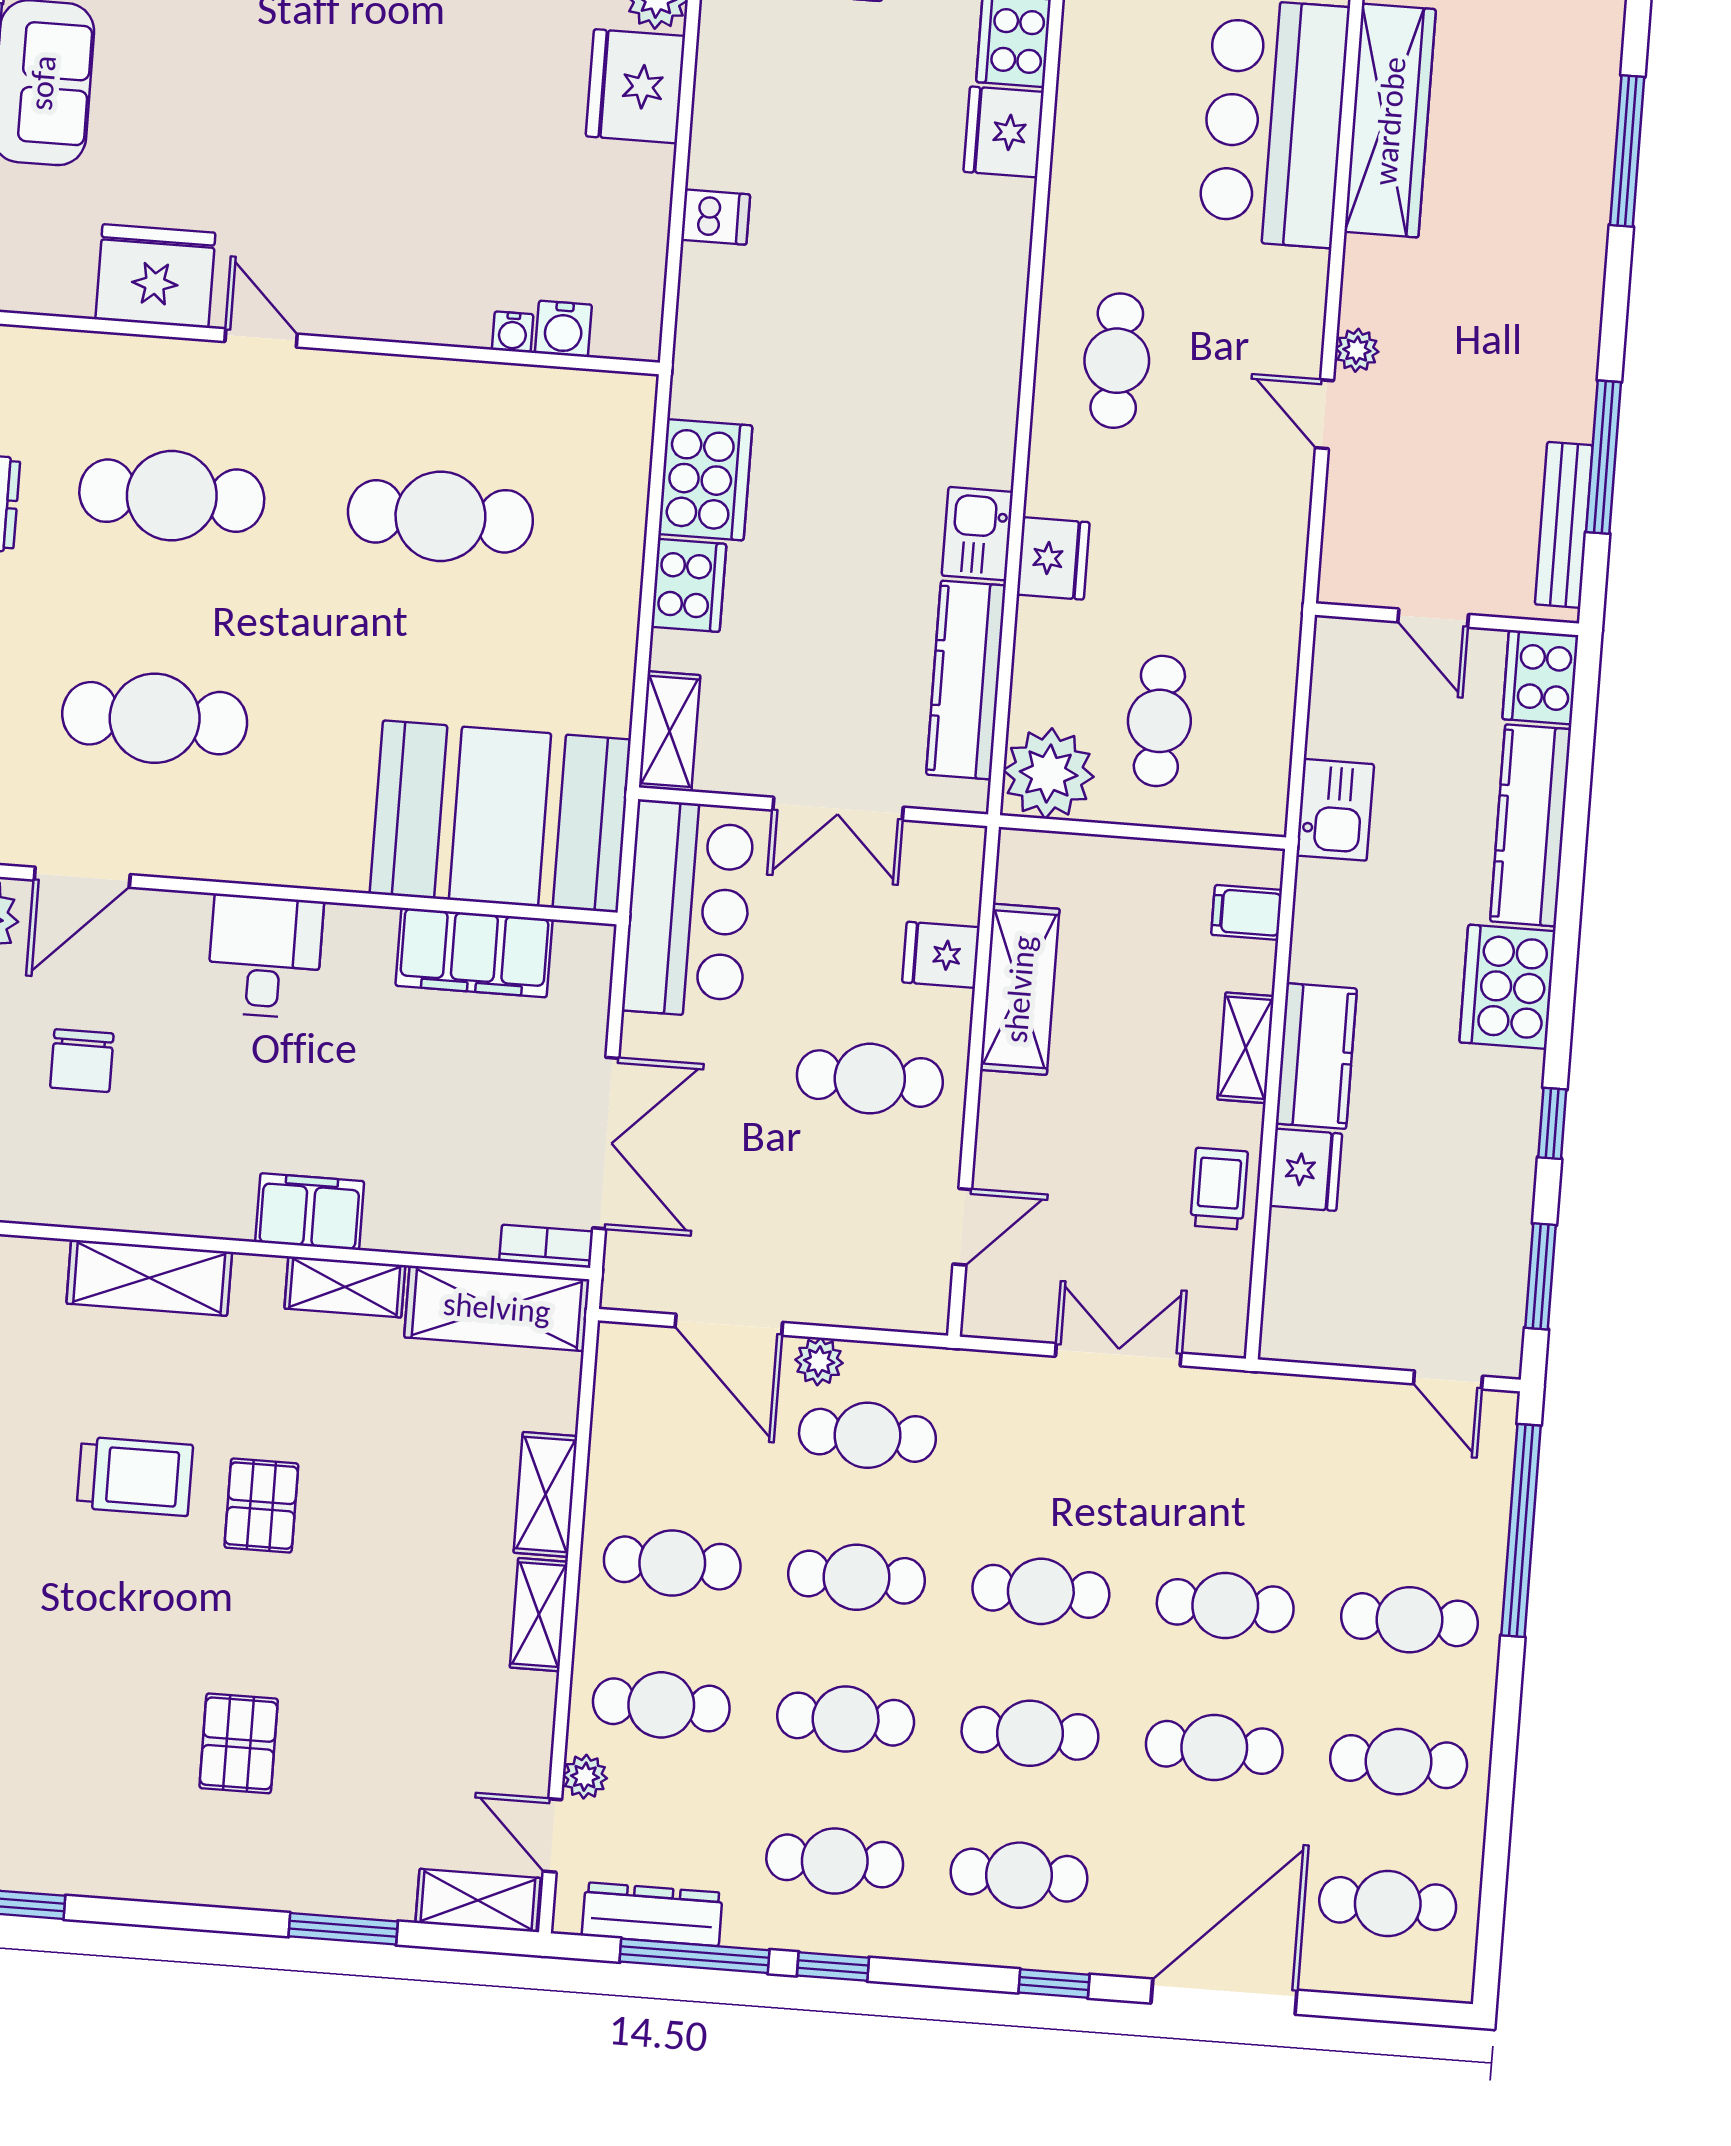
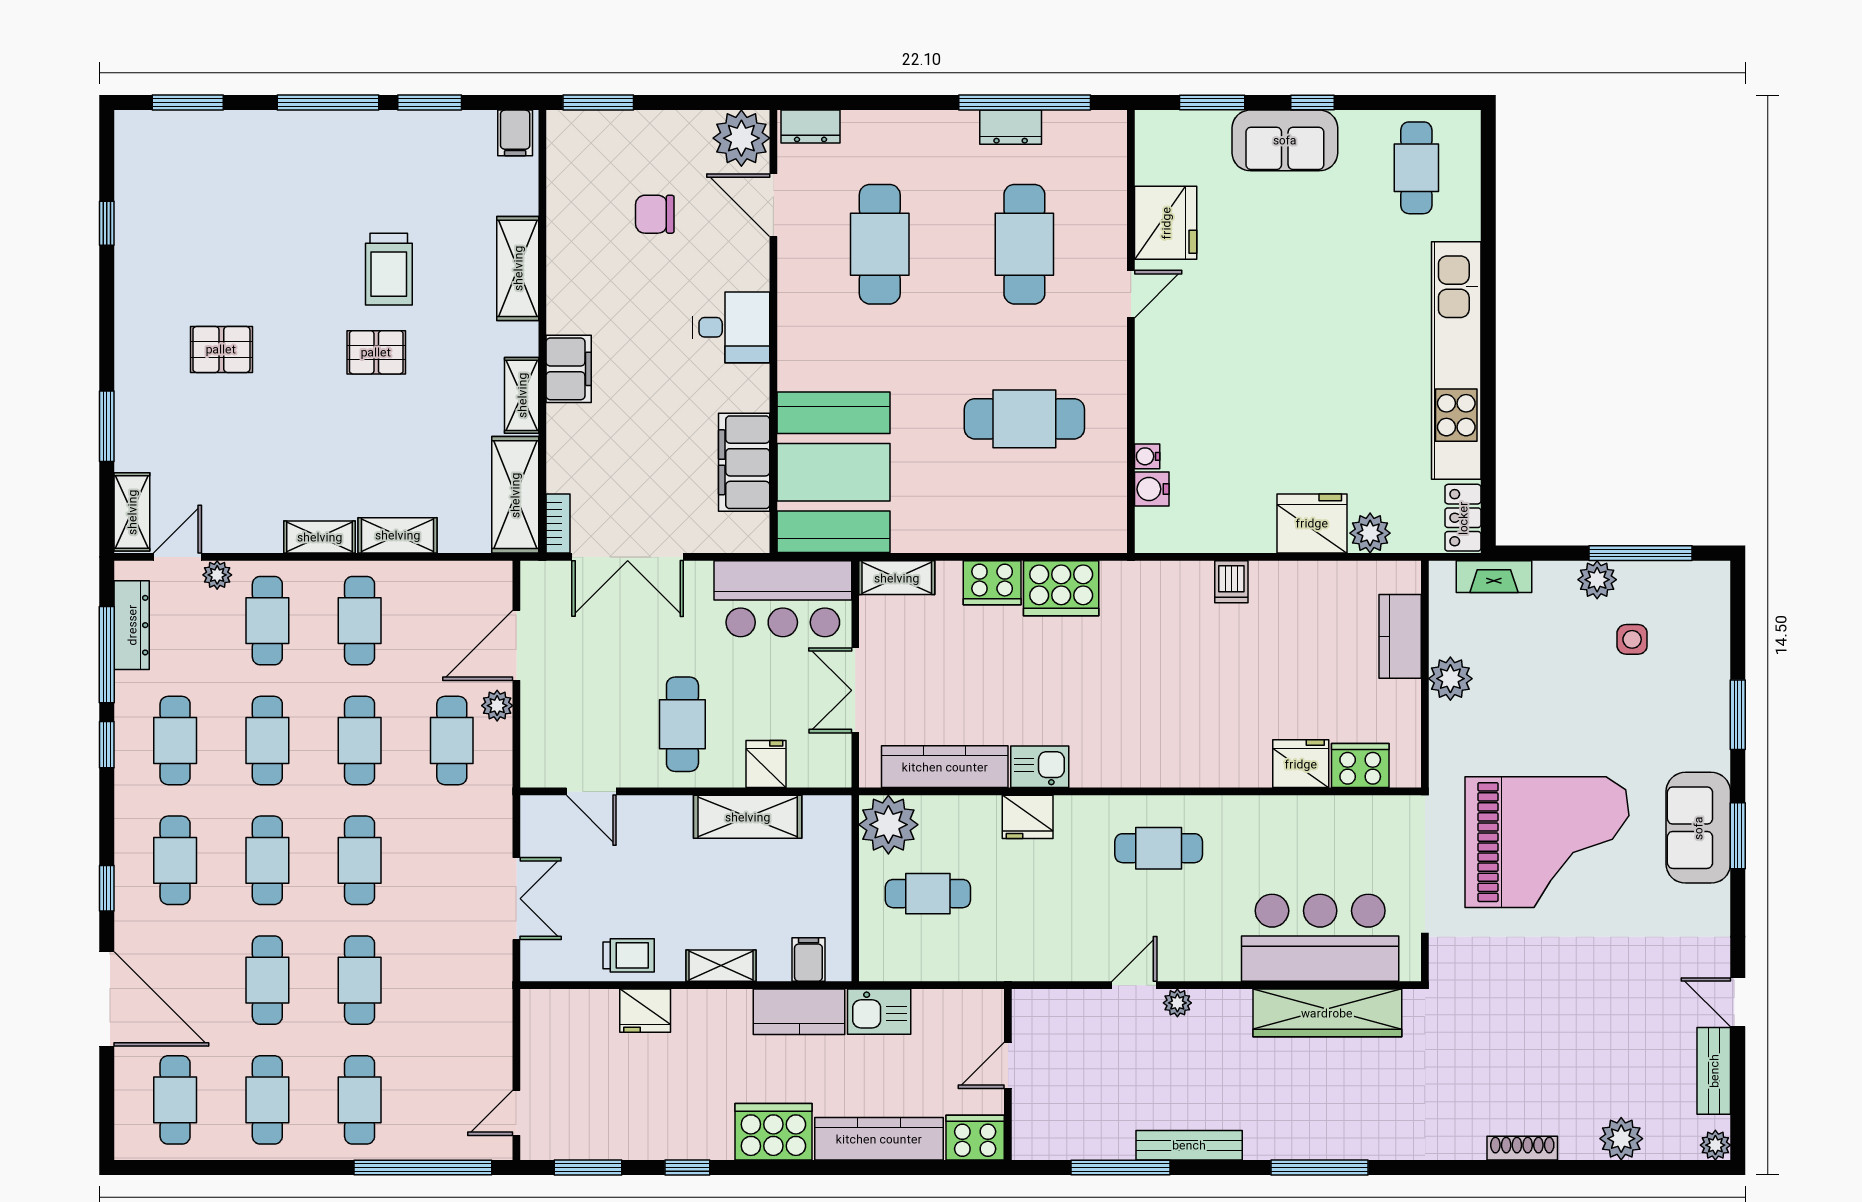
cafe table: (440, 516) -> (1024, 419), turned 90
bench: (1564, 525) -> (1189, 1145), moved
kitchen counter: (1316, 1056) -> (799, 1012), moved

